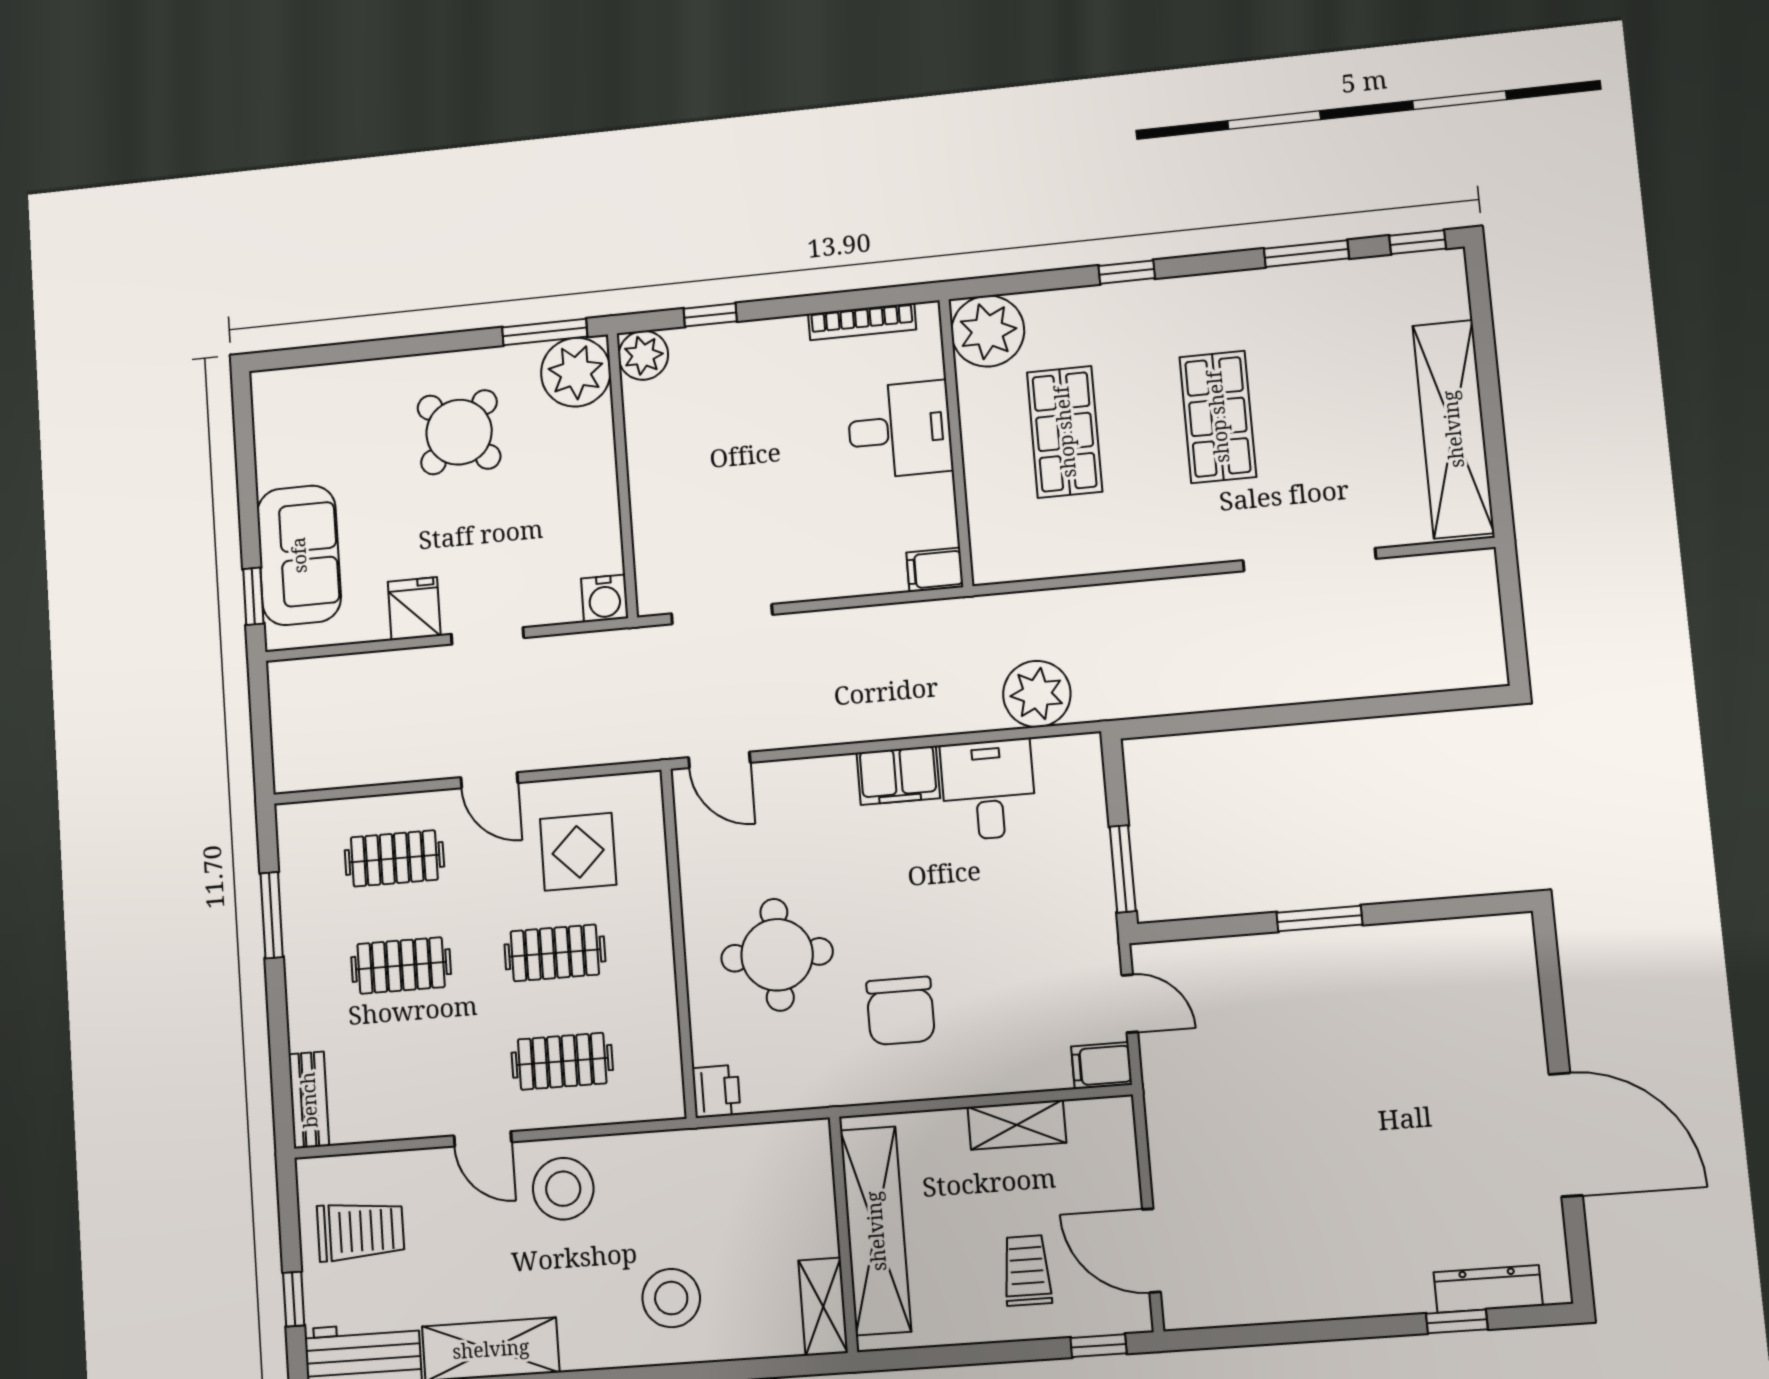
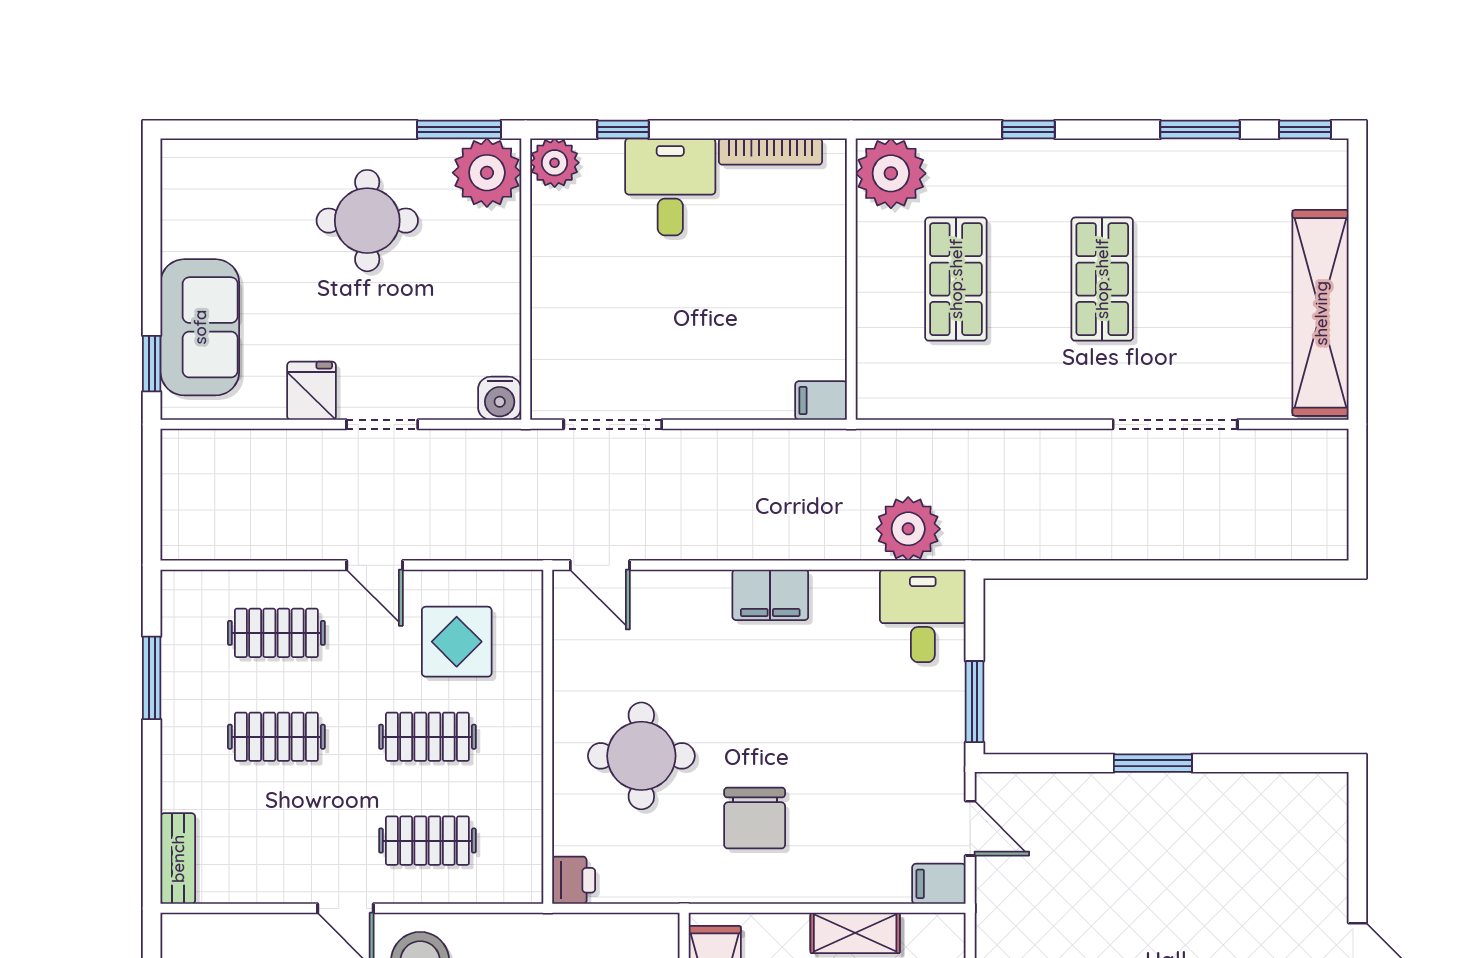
desk: (900, 430) -> (670, 187), moved, turned -90
round table: (459, 432) -> (367, 221), turned 45
desk: (988, 790) -> (923, 616), moved

